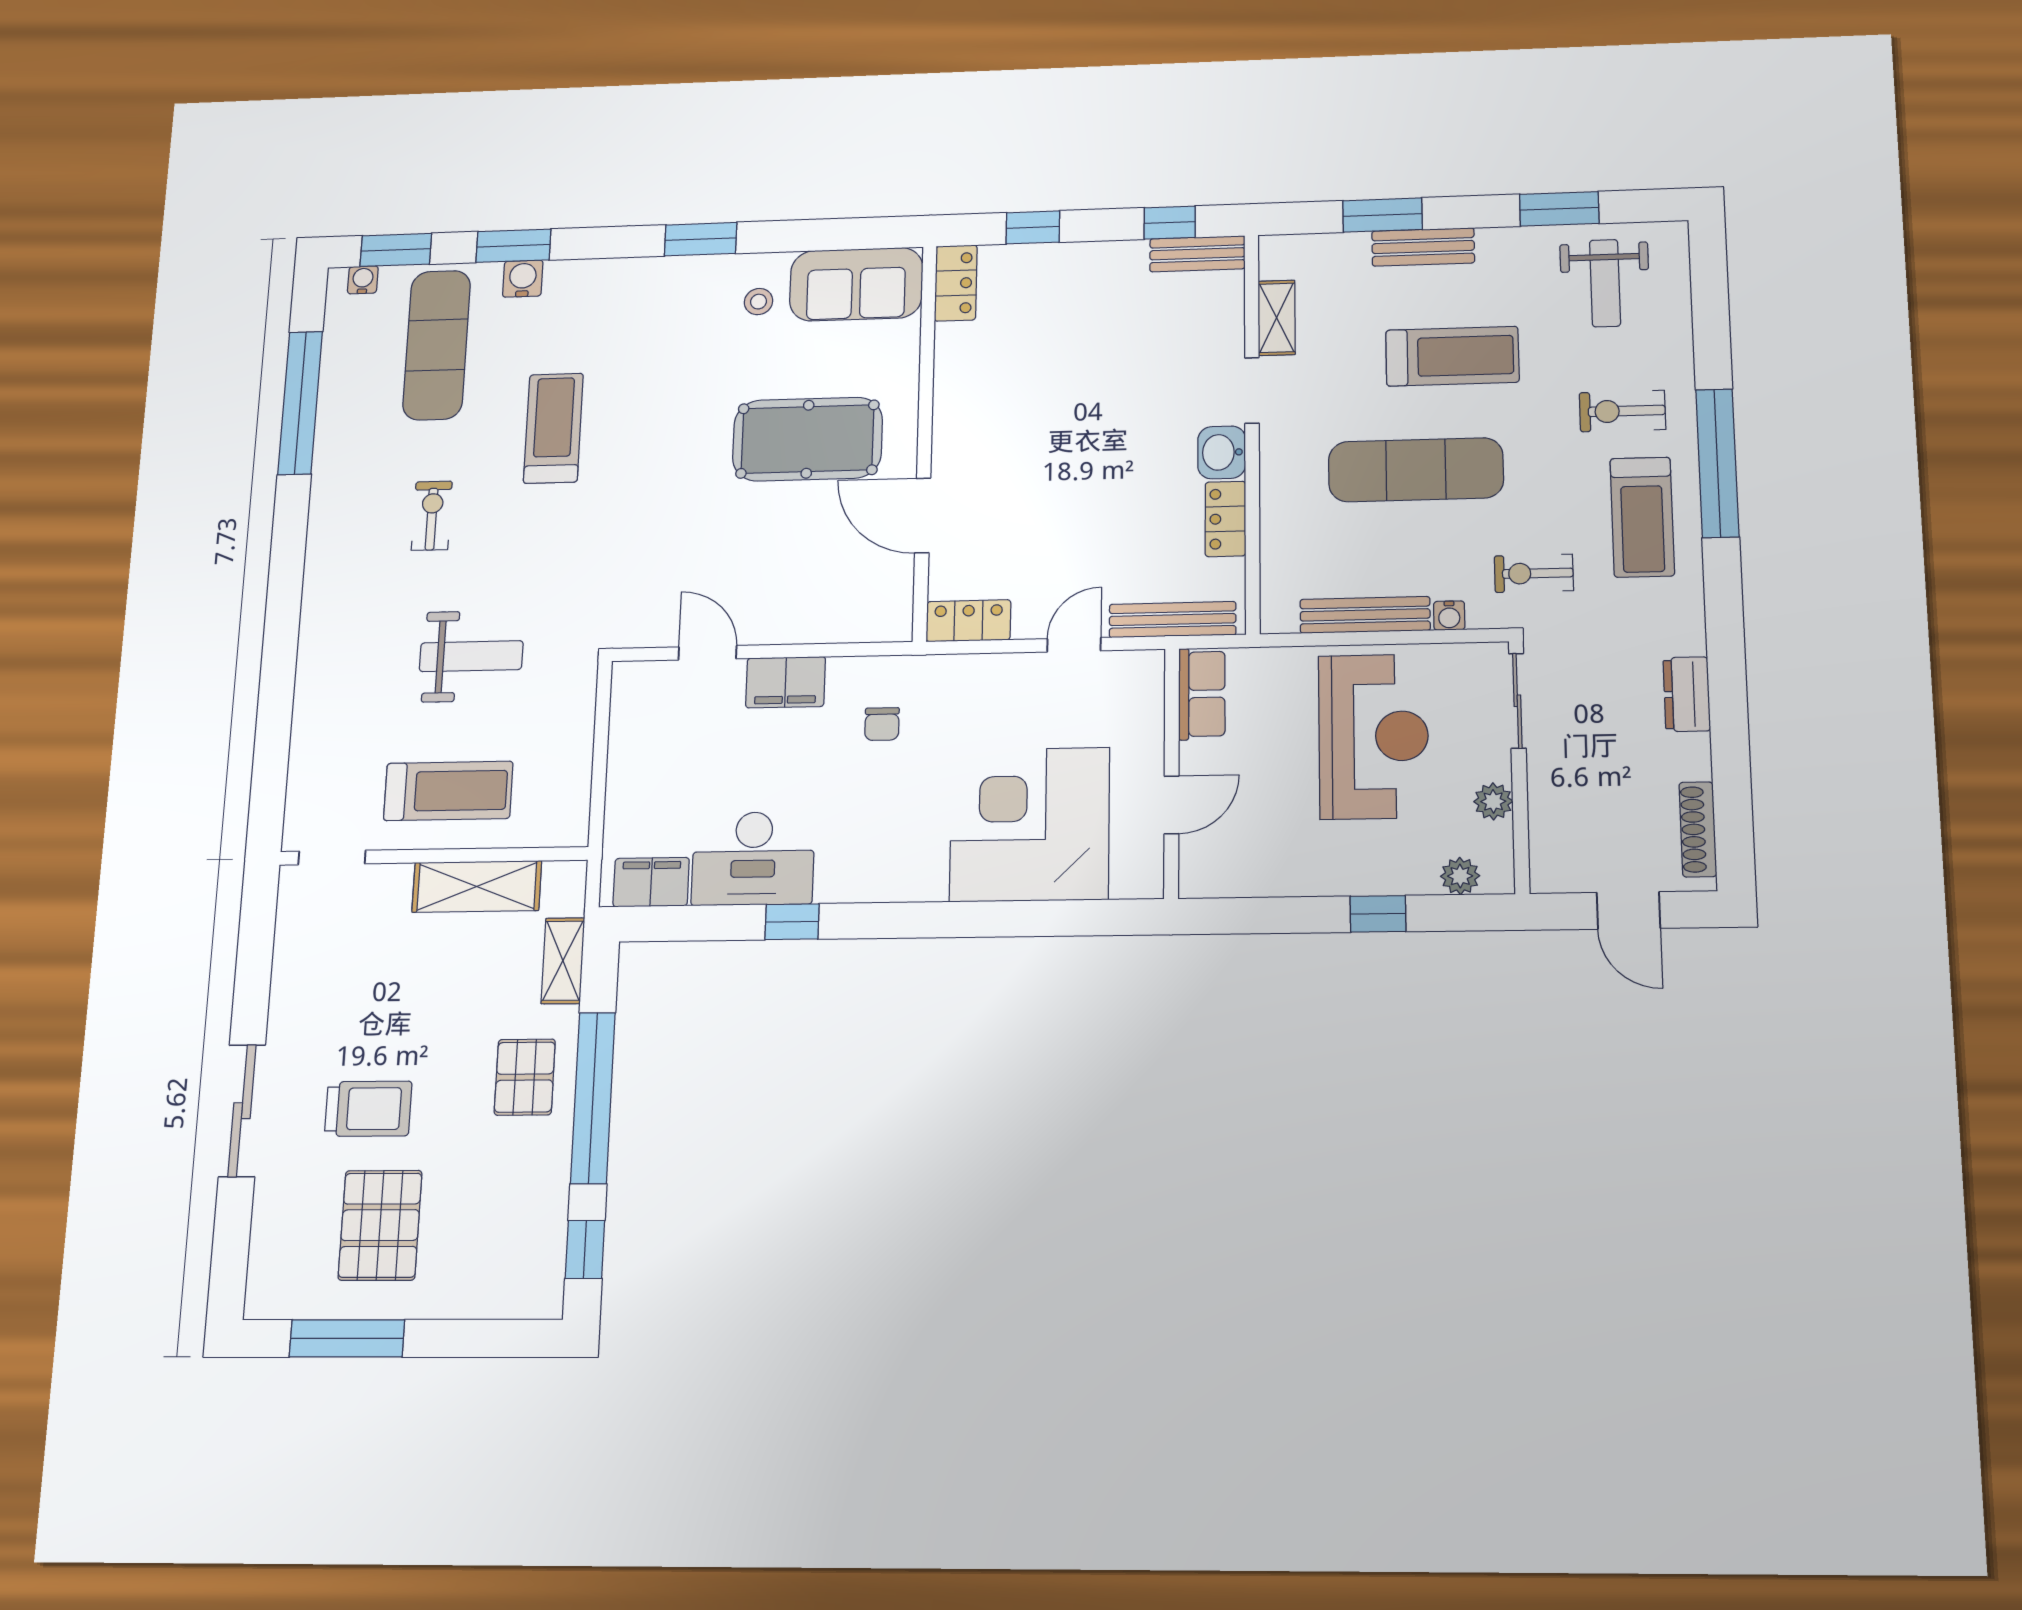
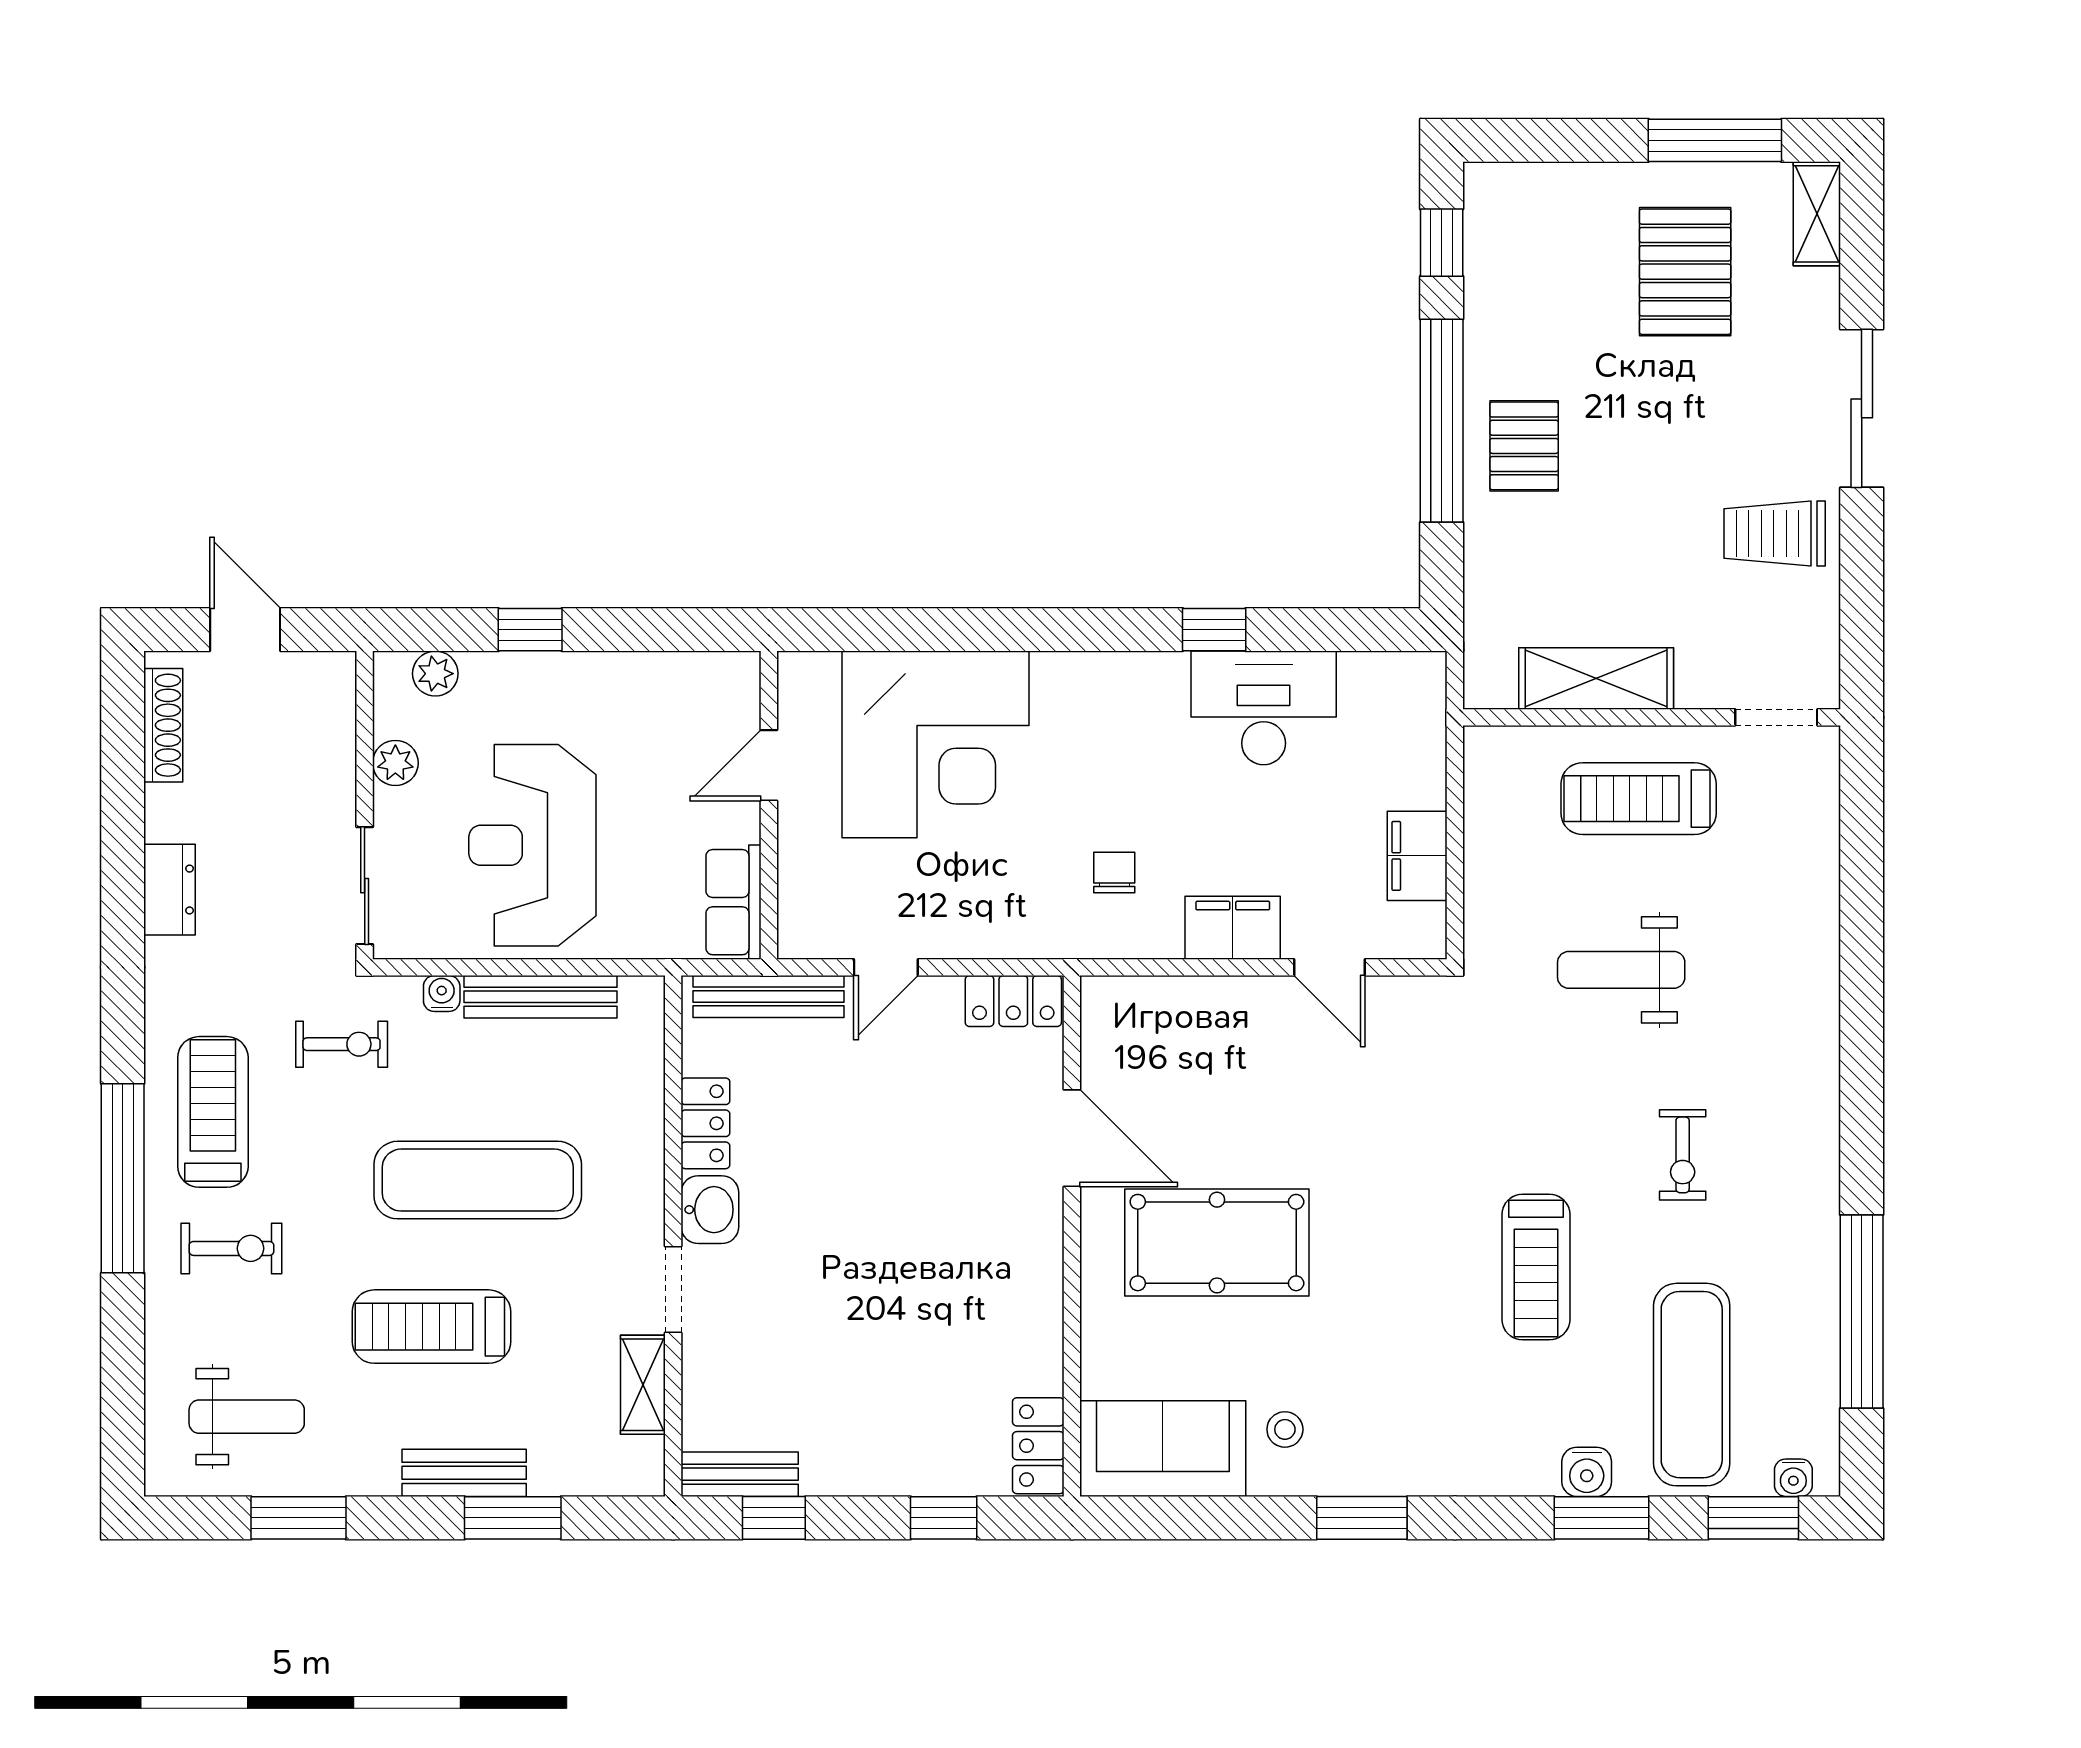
weight bench: (1605, 283) -> (247, 1417), turned 90
filing cabinet: (651, 882) -> (1417, 856), moved, turned 90
shelving: (563, 961) -> (1817, 214), moved
trolley: (368, 1109) -> (1775, 534), moved

